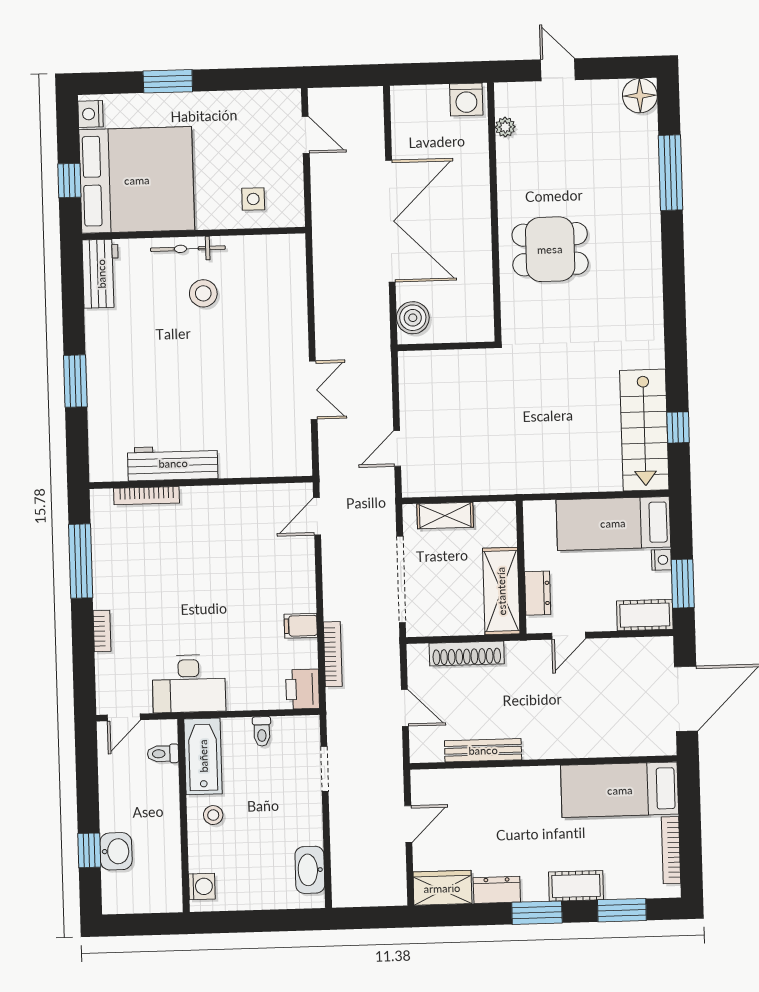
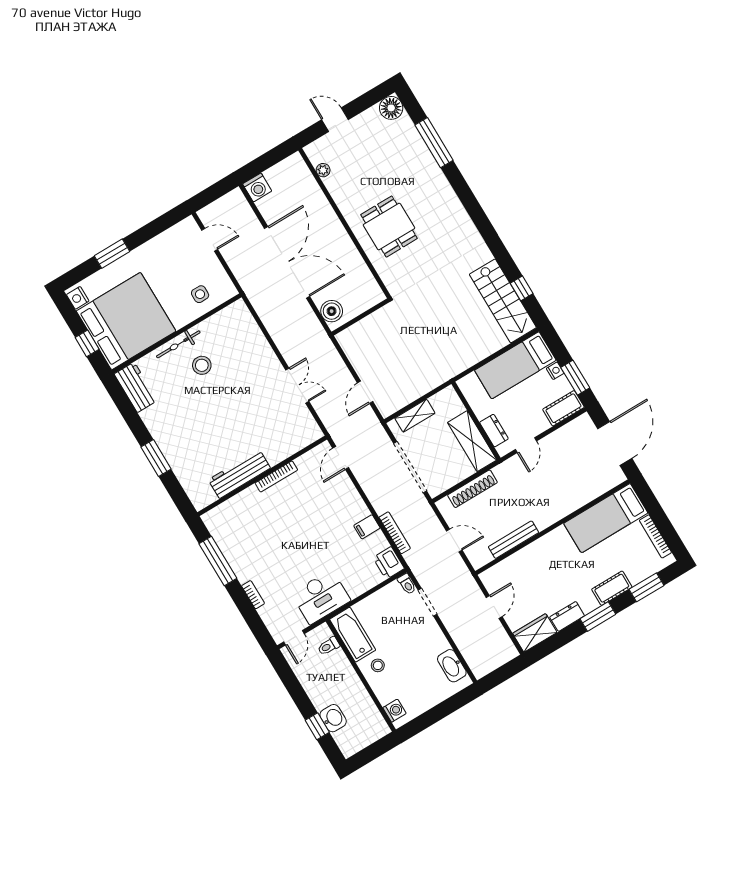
washing machine: (466, 100) -> (257, 187), moved
dining table: (550, 249) -> (389, 227), turned 90
bookcase: (147, 496) -> (276, 476), moved
toilet: (262, 731) -> (407, 584), moved

